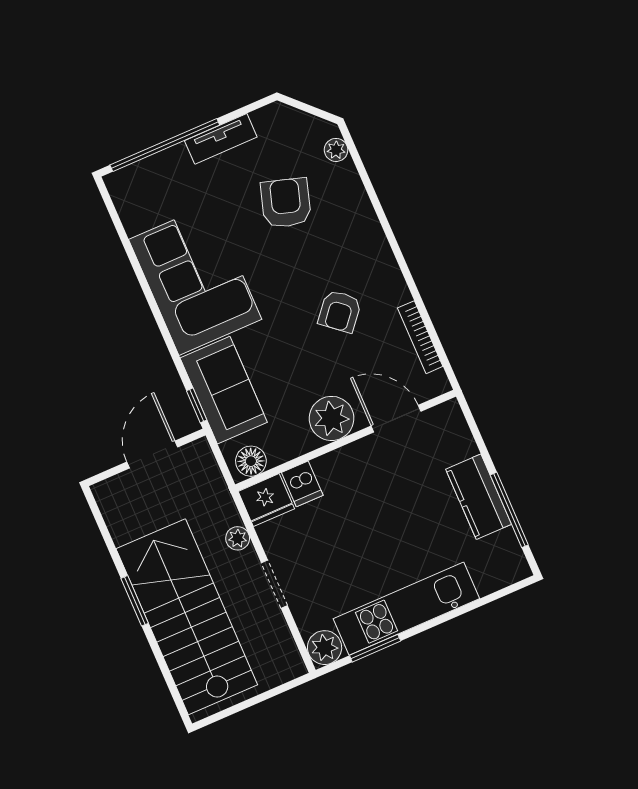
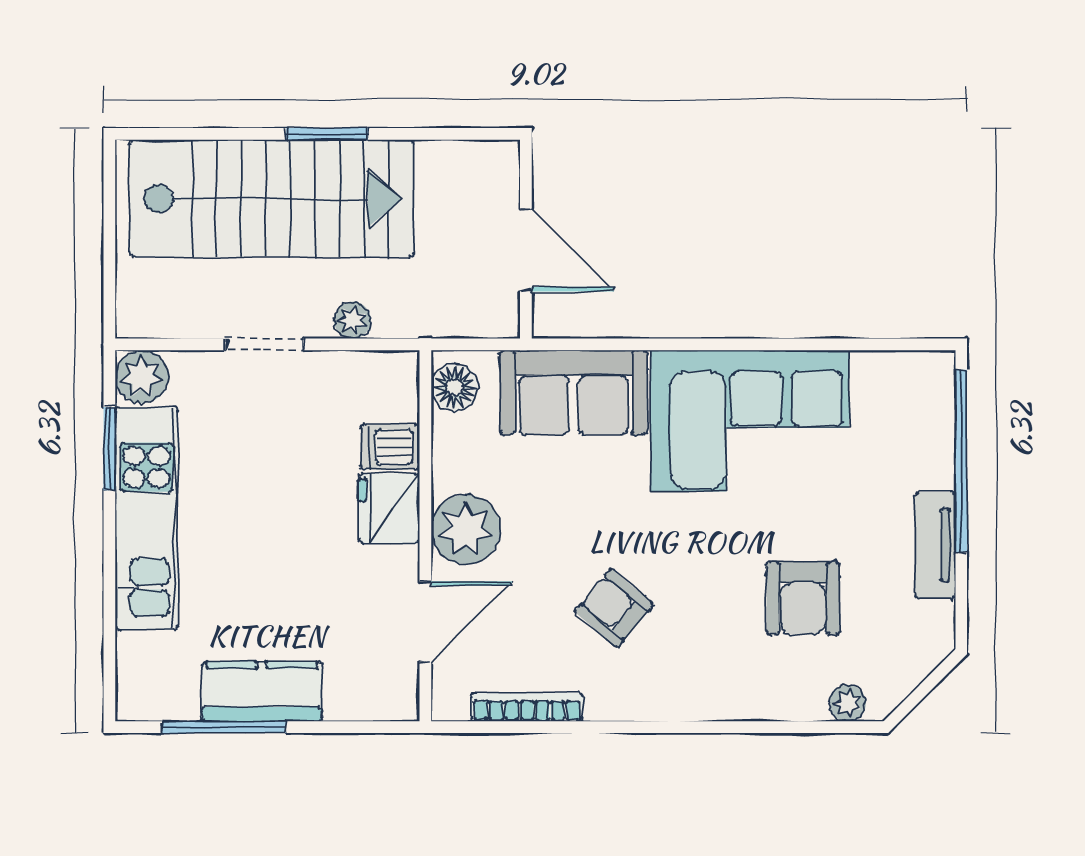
armchair: (286, 203) -> (803, 598), turned 73
window: (197, 405) -> (569, 344), removed
fridge: (266, 500) -> (389, 509), moved

